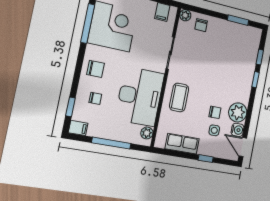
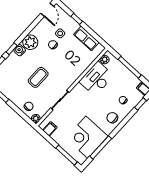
desk: (140, 97) -> (96, 79), width x0.73, depth x0.77
coffee table: (179, 97) -> (38, 77), moved
plant: (238, 112) -> (30, 42), moved
water cooler: (238, 130) -> (20, 50), moved

